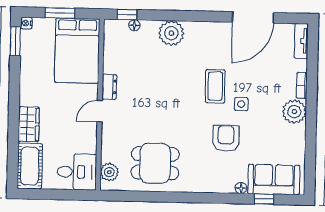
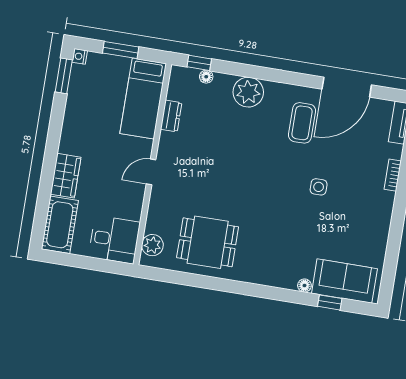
bed: (77, 51) -> (143, 99), width x0.67
coffee table: (215, 86) -> (302, 123), moved
dresser: (109, 87) -> (171, 116), moved
plant: (294, 112) -> (380, 205), removed
armchair: (226, 138) -> (295, 225), removed

